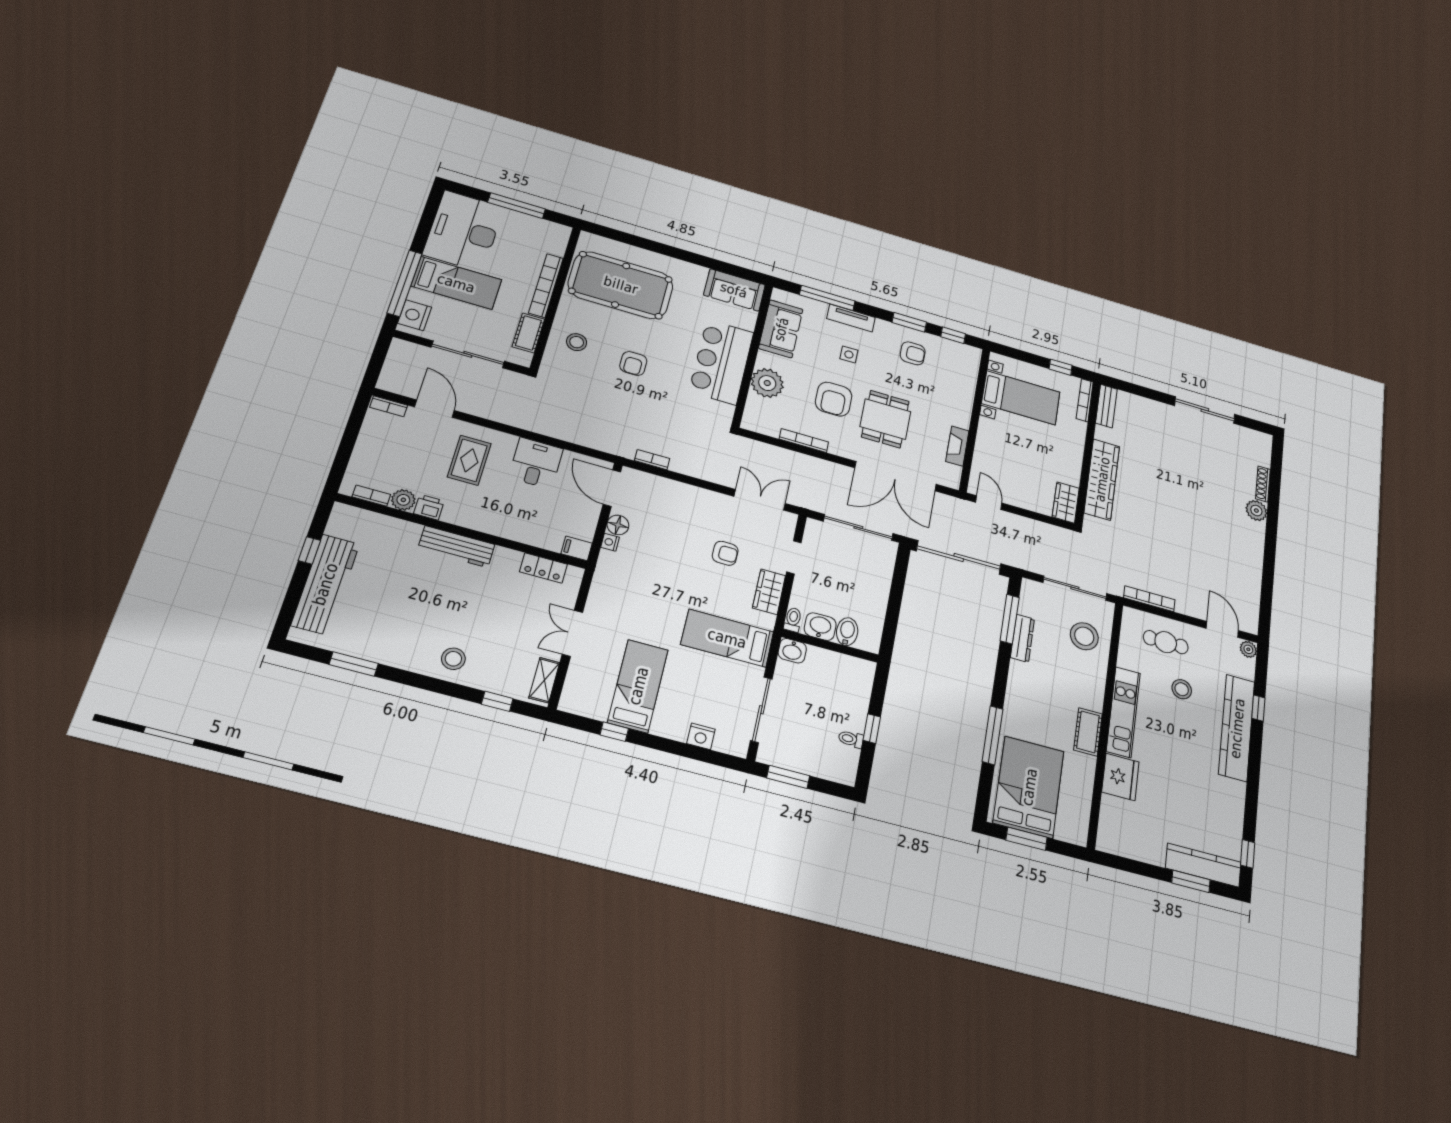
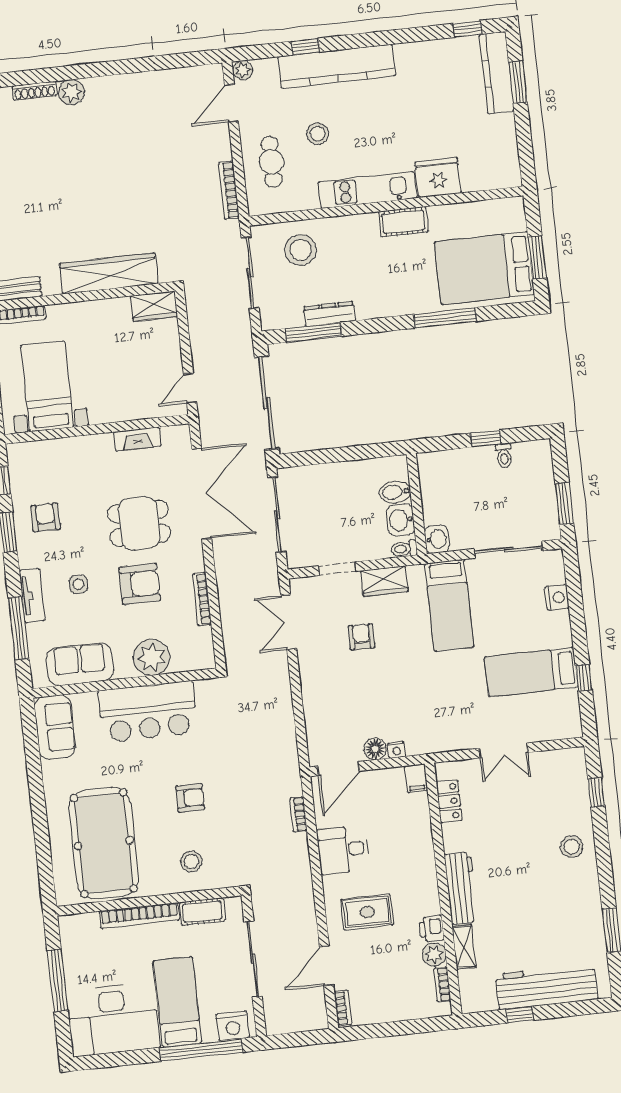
bookcase: (652, 460) -> (298, 815), moved
shelving: (544, 680) -> (464, 947), moved, turned 90

